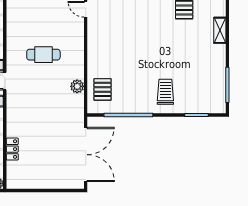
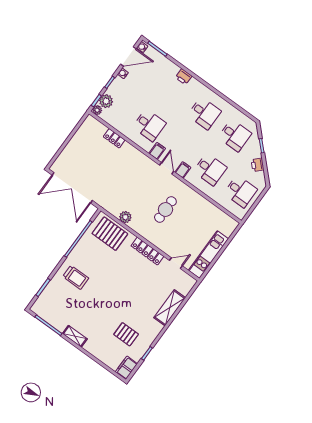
shelving: (220, 30) -> (75, 336), moved
locker: (94, 44) -> (147, 251), added
pallet: (103, 89) -> (110, 234), width x1.50, depth x1.42

